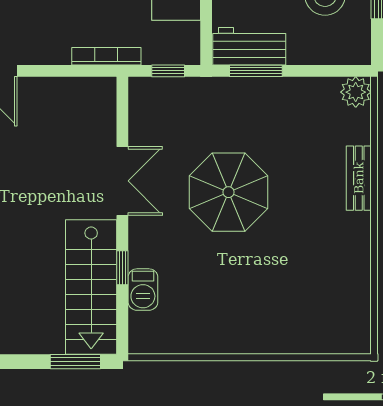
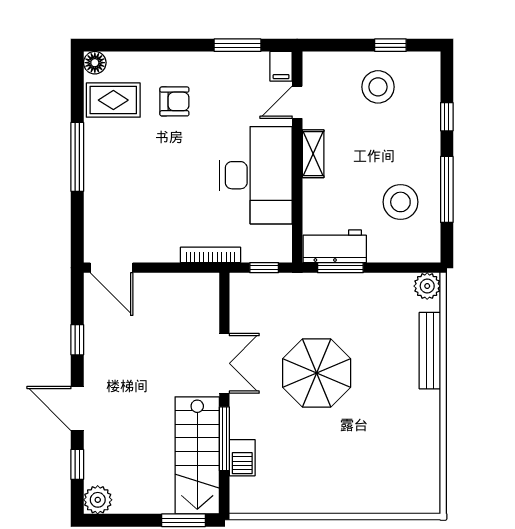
bench: (359, 178) -> (430, 351), width x1.36
window: (122, 268) -> (224, 439), width x2.17

